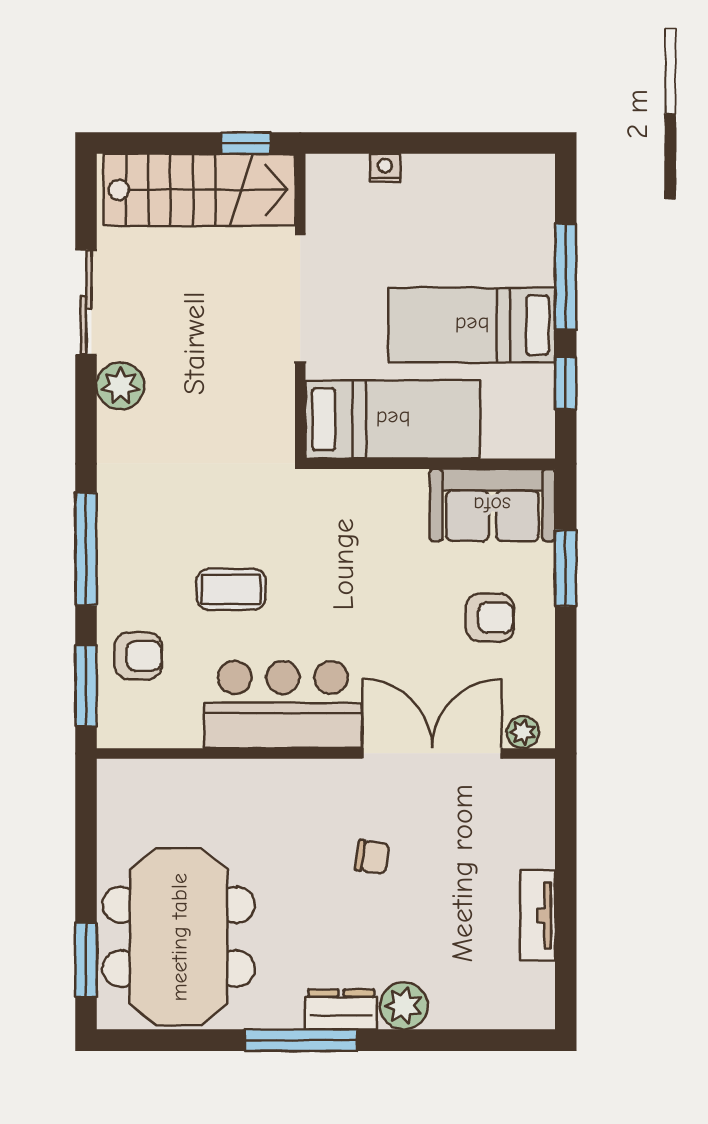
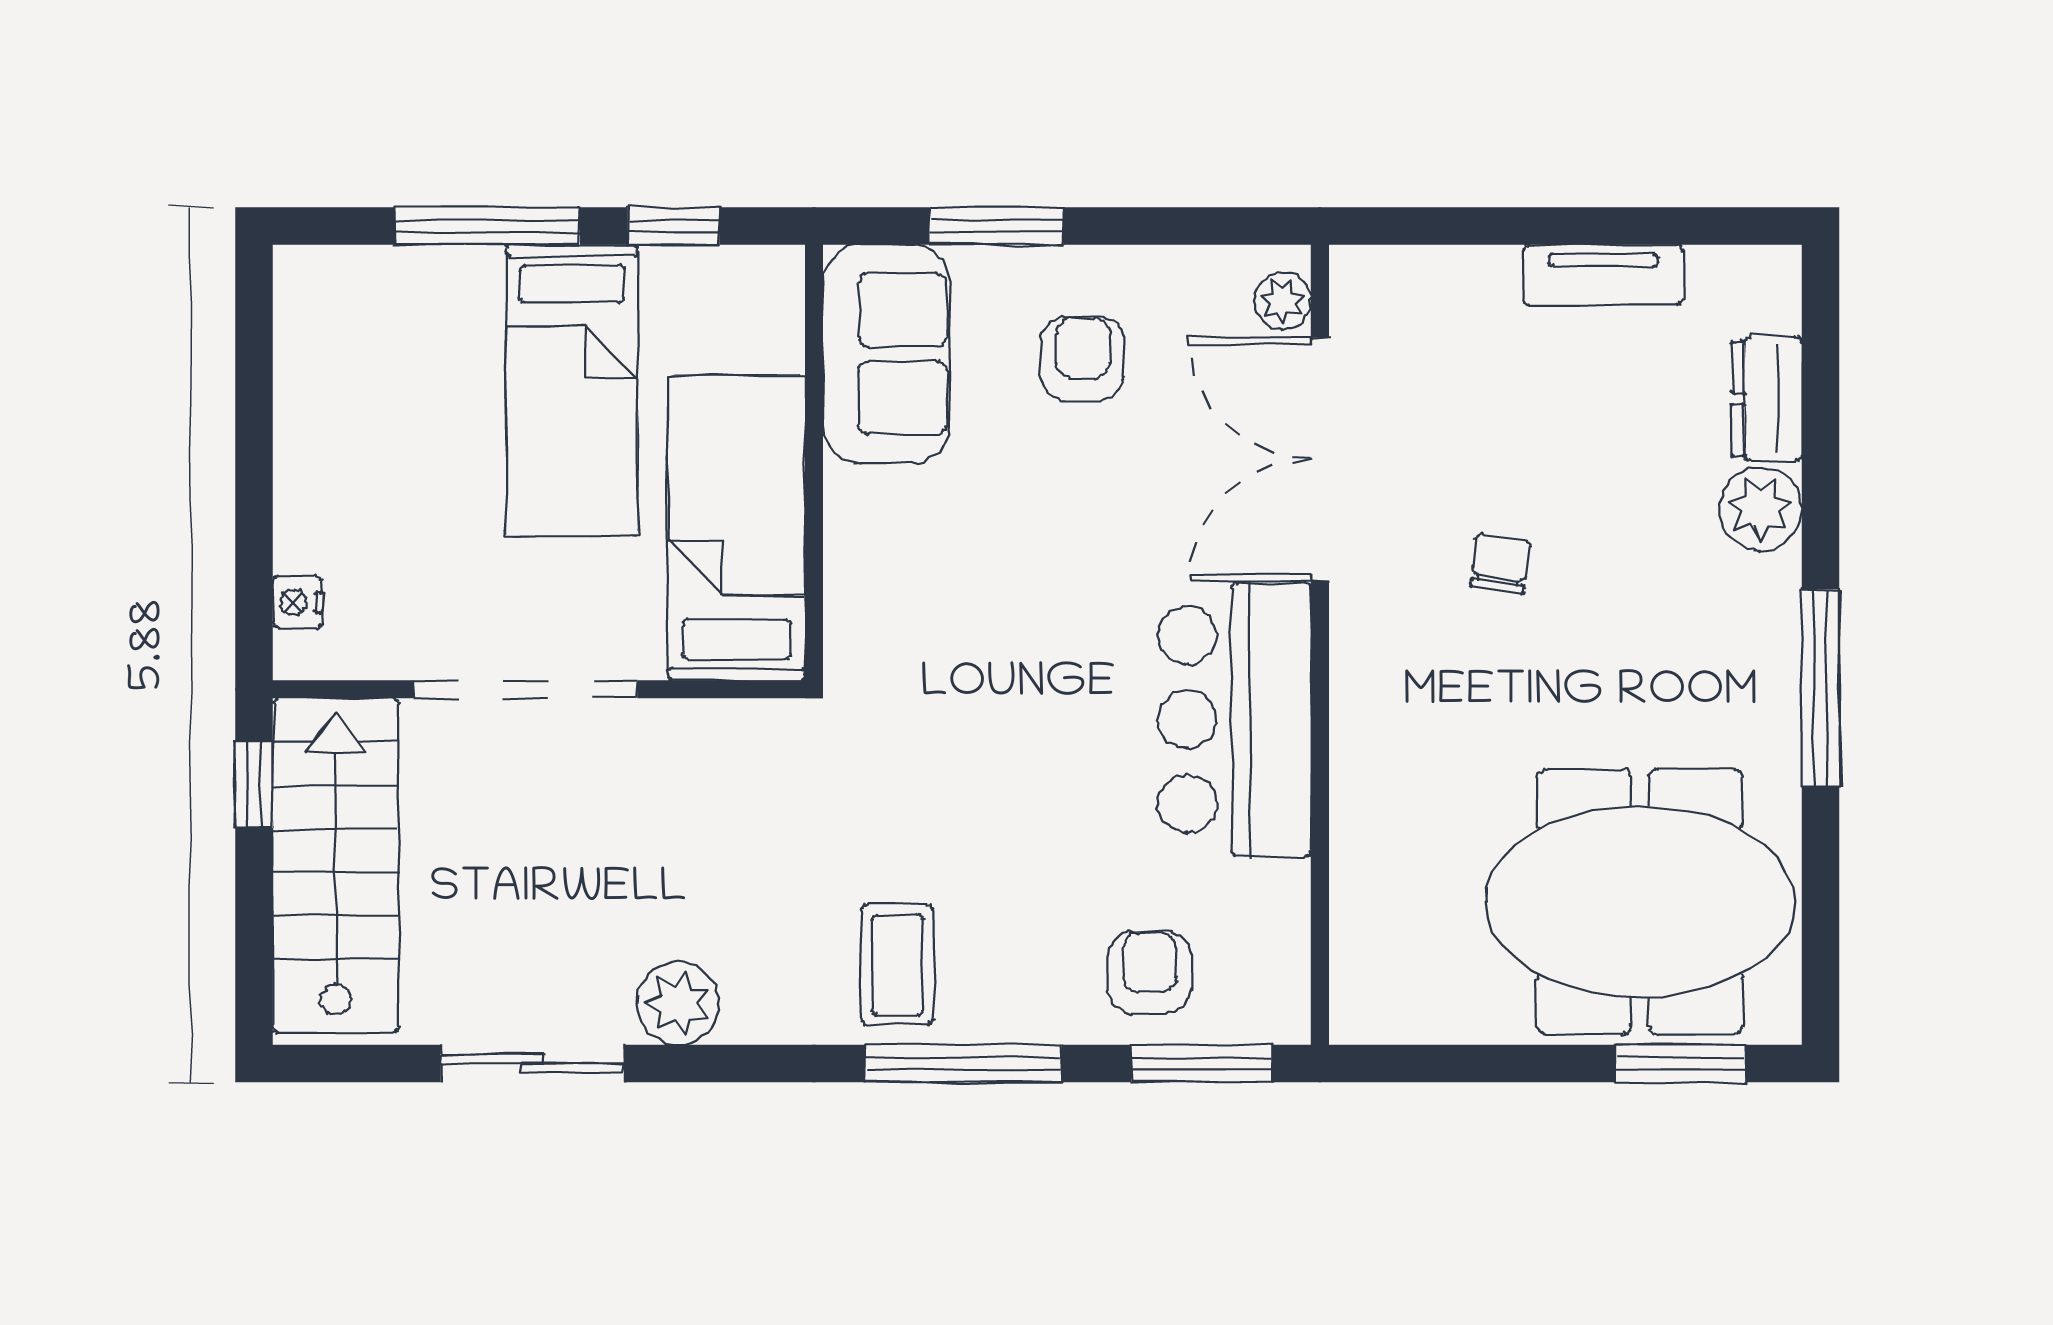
nightstand: (385, 168) -> (297, 602), moved
coffee table: (231, 589) -> (897, 965), moved
dresser: (341, 1009) -> (1767, 399), moved

